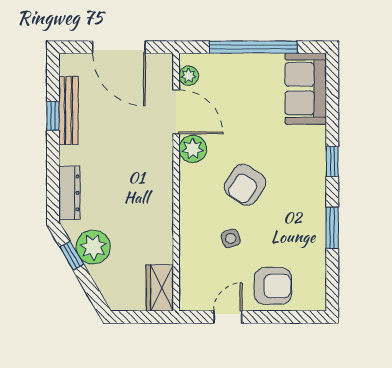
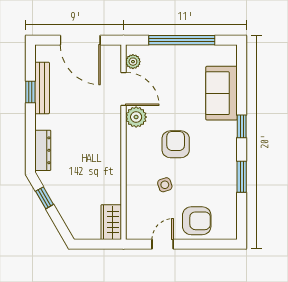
sofa: (306, 89) -> (222, 93), moved
armchair: (245, 185) -> (176, 144), turned 147
plant: (93, 247) -> (61, 191), removed

